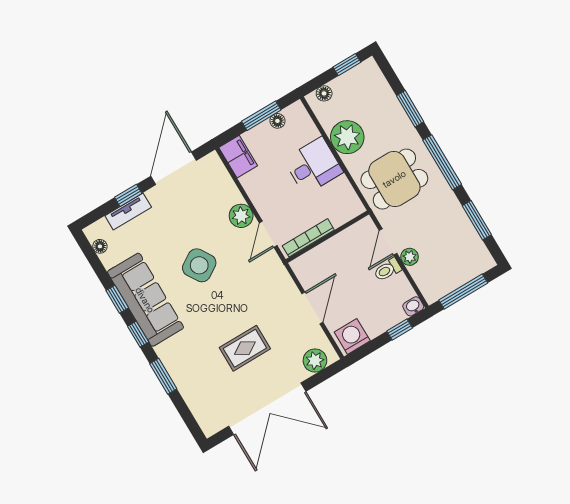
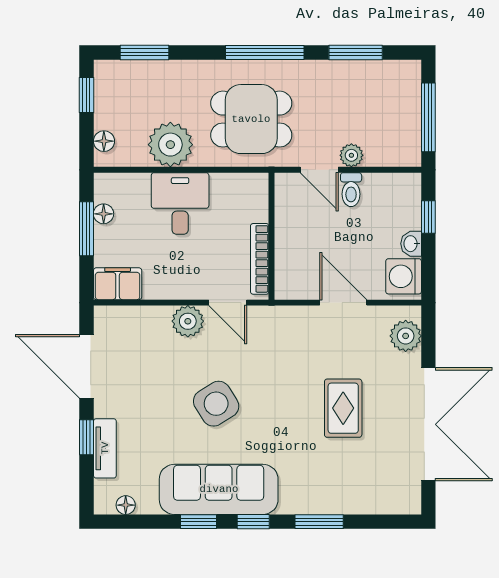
window: (410, 109) -> (145, 52), moved
dining table: (394, 179) -> (251, 119), turned 90
washbasin: (413, 306) -> (411, 244), moved

